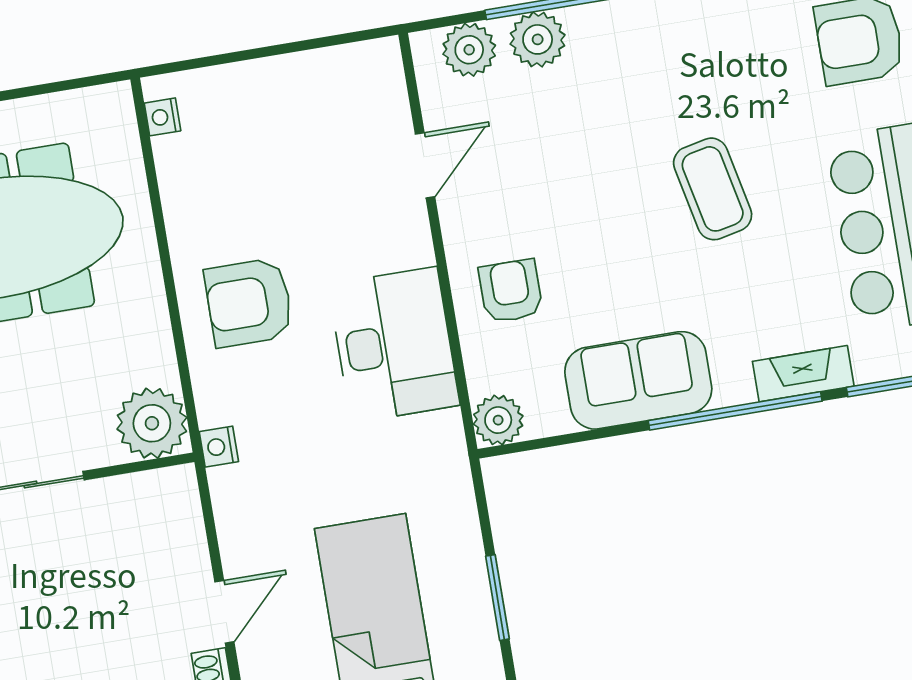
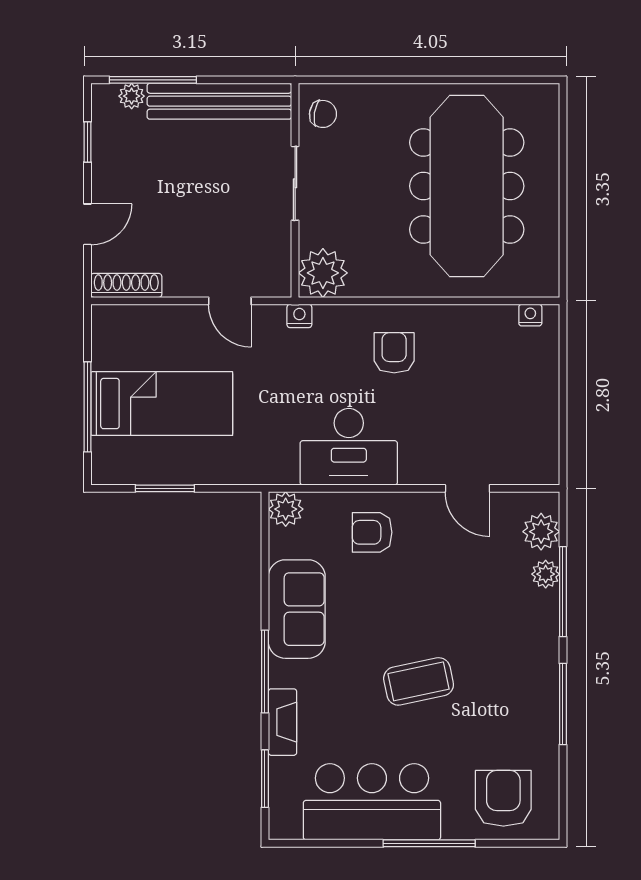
plant: (538, 39) -> (546, 574), width x0.73, depth x0.73
armchair: (511, 291) -> (372, 532), turned 180
armchair: (249, 303) -> (394, 353), width x0.72, depth x0.72
window: (735, 411) -> (265, 671), width x0.68
door: (224, 612) -> (230, 301), moved

